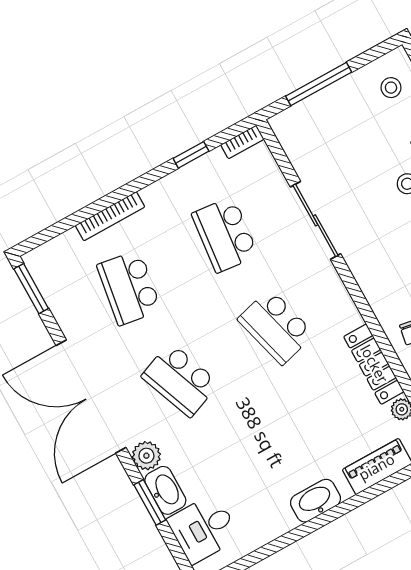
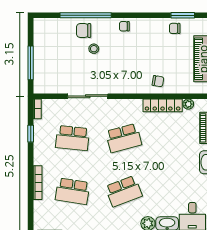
stool: (391, 88) -> (49, 33), removed

